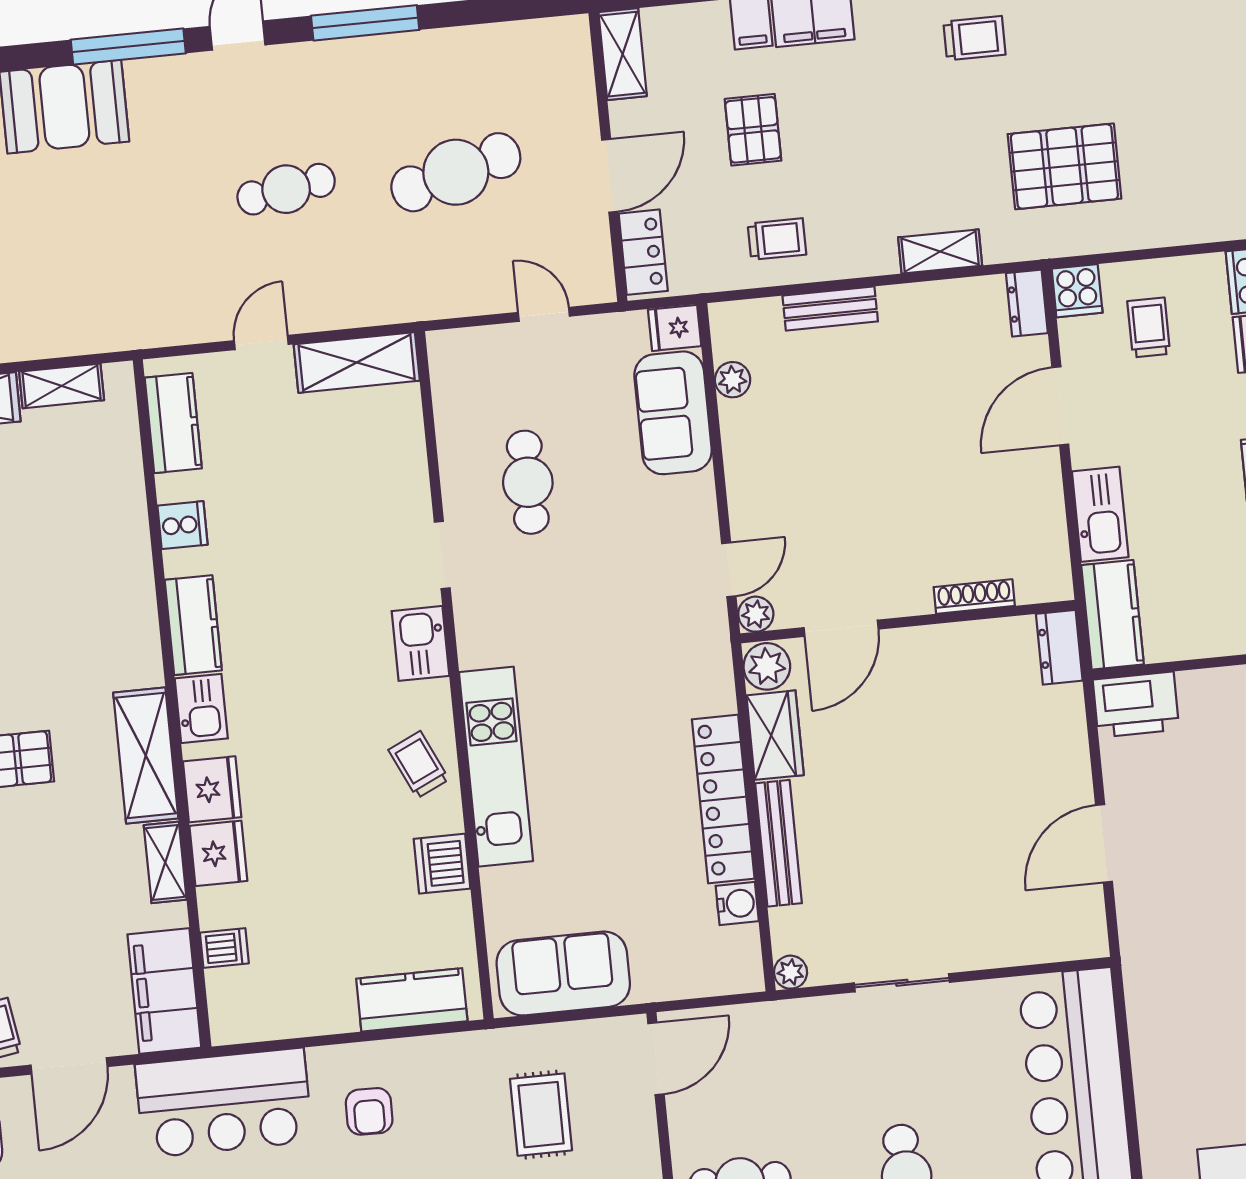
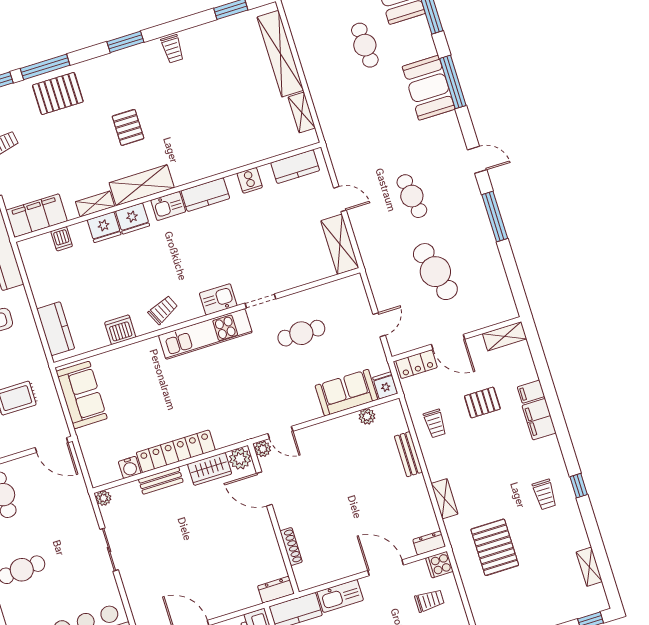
window: (128, 46) -> (453, 82), moved
kitchen unit: (496, 767) -> (205, 334), moved
bench: (778, 843) -> (161, 481), width x0.73

